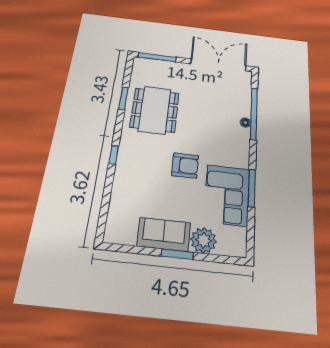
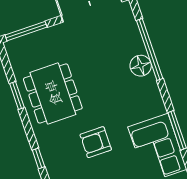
floor lamp: (245, 123) -> (141, 66), width x1.89, depth x1.89
armchair: (185, 166) -> (96, 142), moved, turned 180

